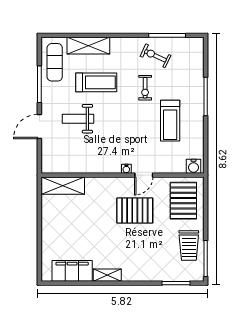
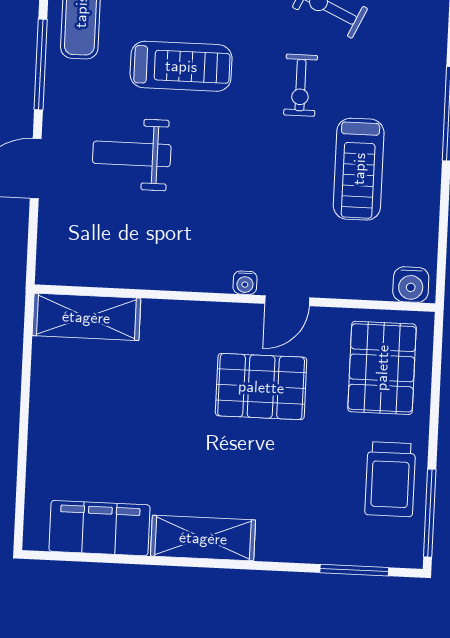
shelving: (107, 275) -> (203, 538), width x1.50, depth x1.33

